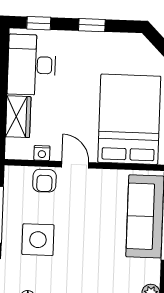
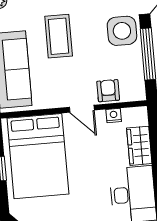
side table: (38, 240) -> (122, 31), moved
coffee table: (91, 246) -> (59, 36), added

